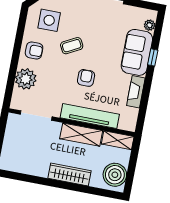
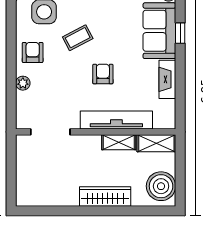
armchair: (34, 51) -> (33, 52), turned -90
plant: (26, 79) -> (23, 83), width x0.53, depth x0.53
shelving: (81, 135) -> (119, 142), width x0.67, depth x0.75

